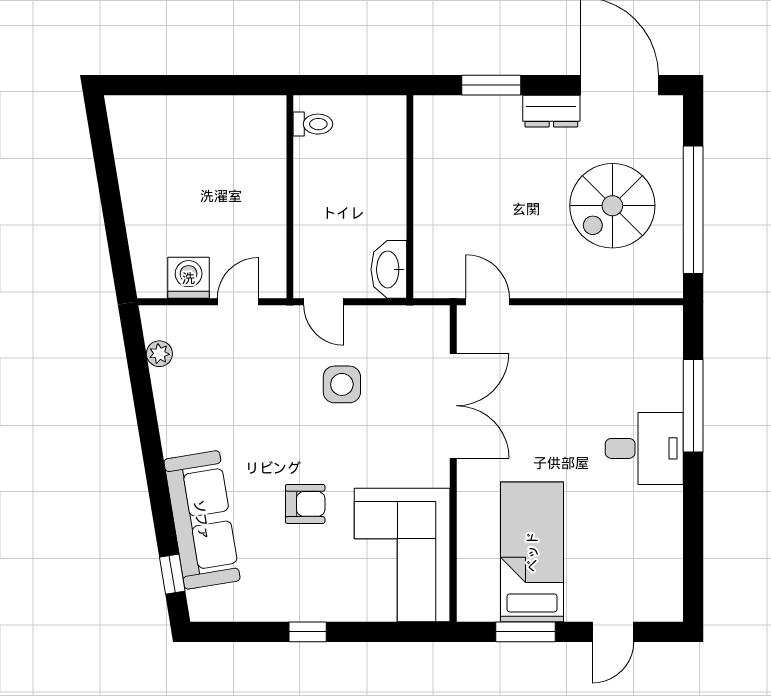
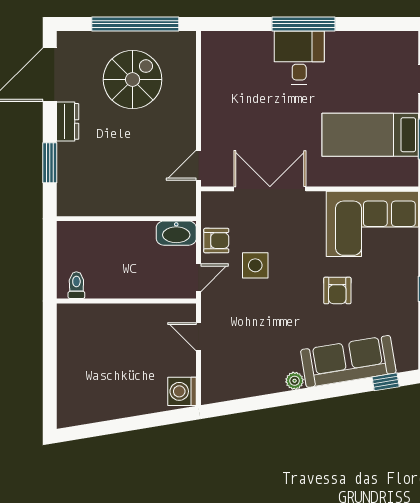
spiral stairs: (612, 206) -> (133, 80), turned -90
washing machine: (189, 278) -> (182, 391), moved
armchair: (378, 328) -> (216, 241), added
plant: (159, 354) -> (295, 381), moved
window: (693, 406) -> (303, 24), moved
armchair: (305, 504) -> (337, 290), turned 180

